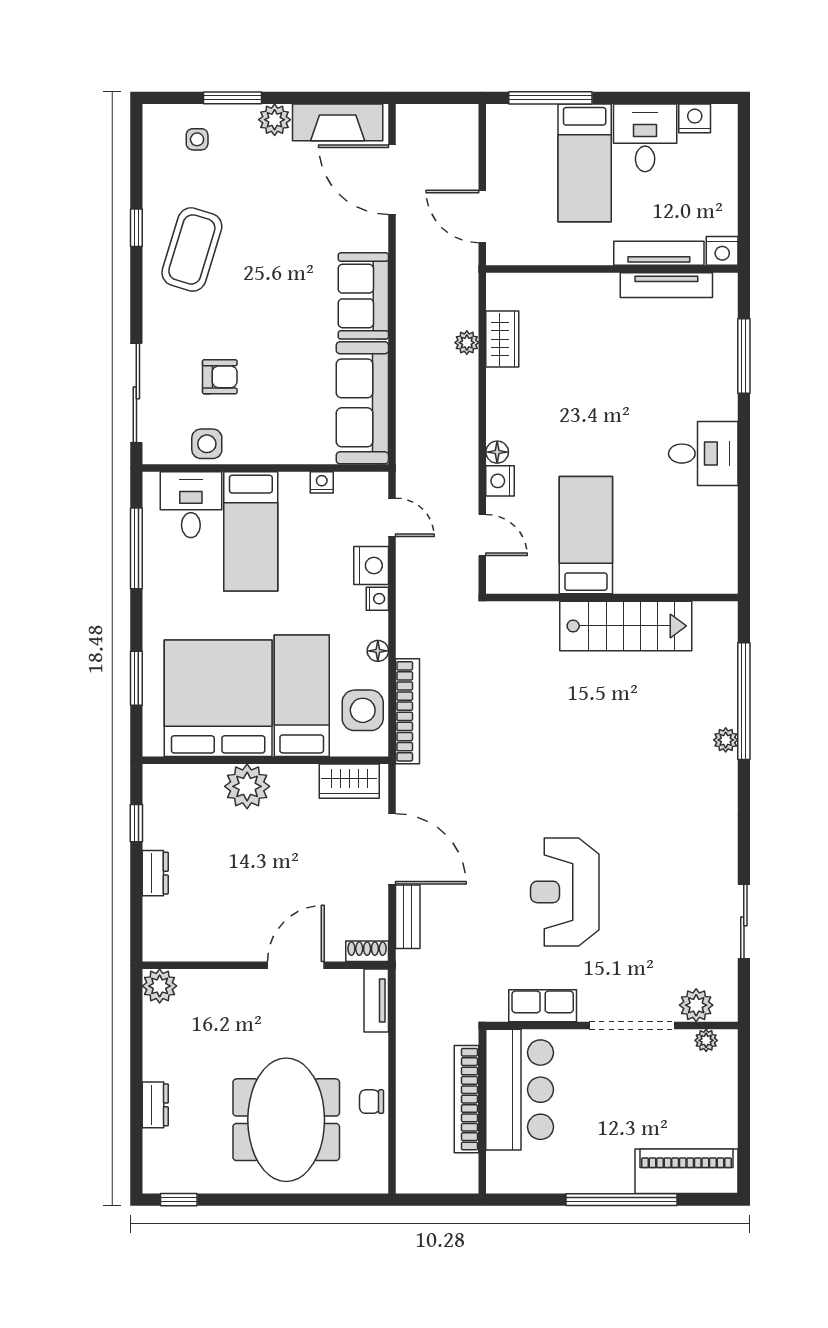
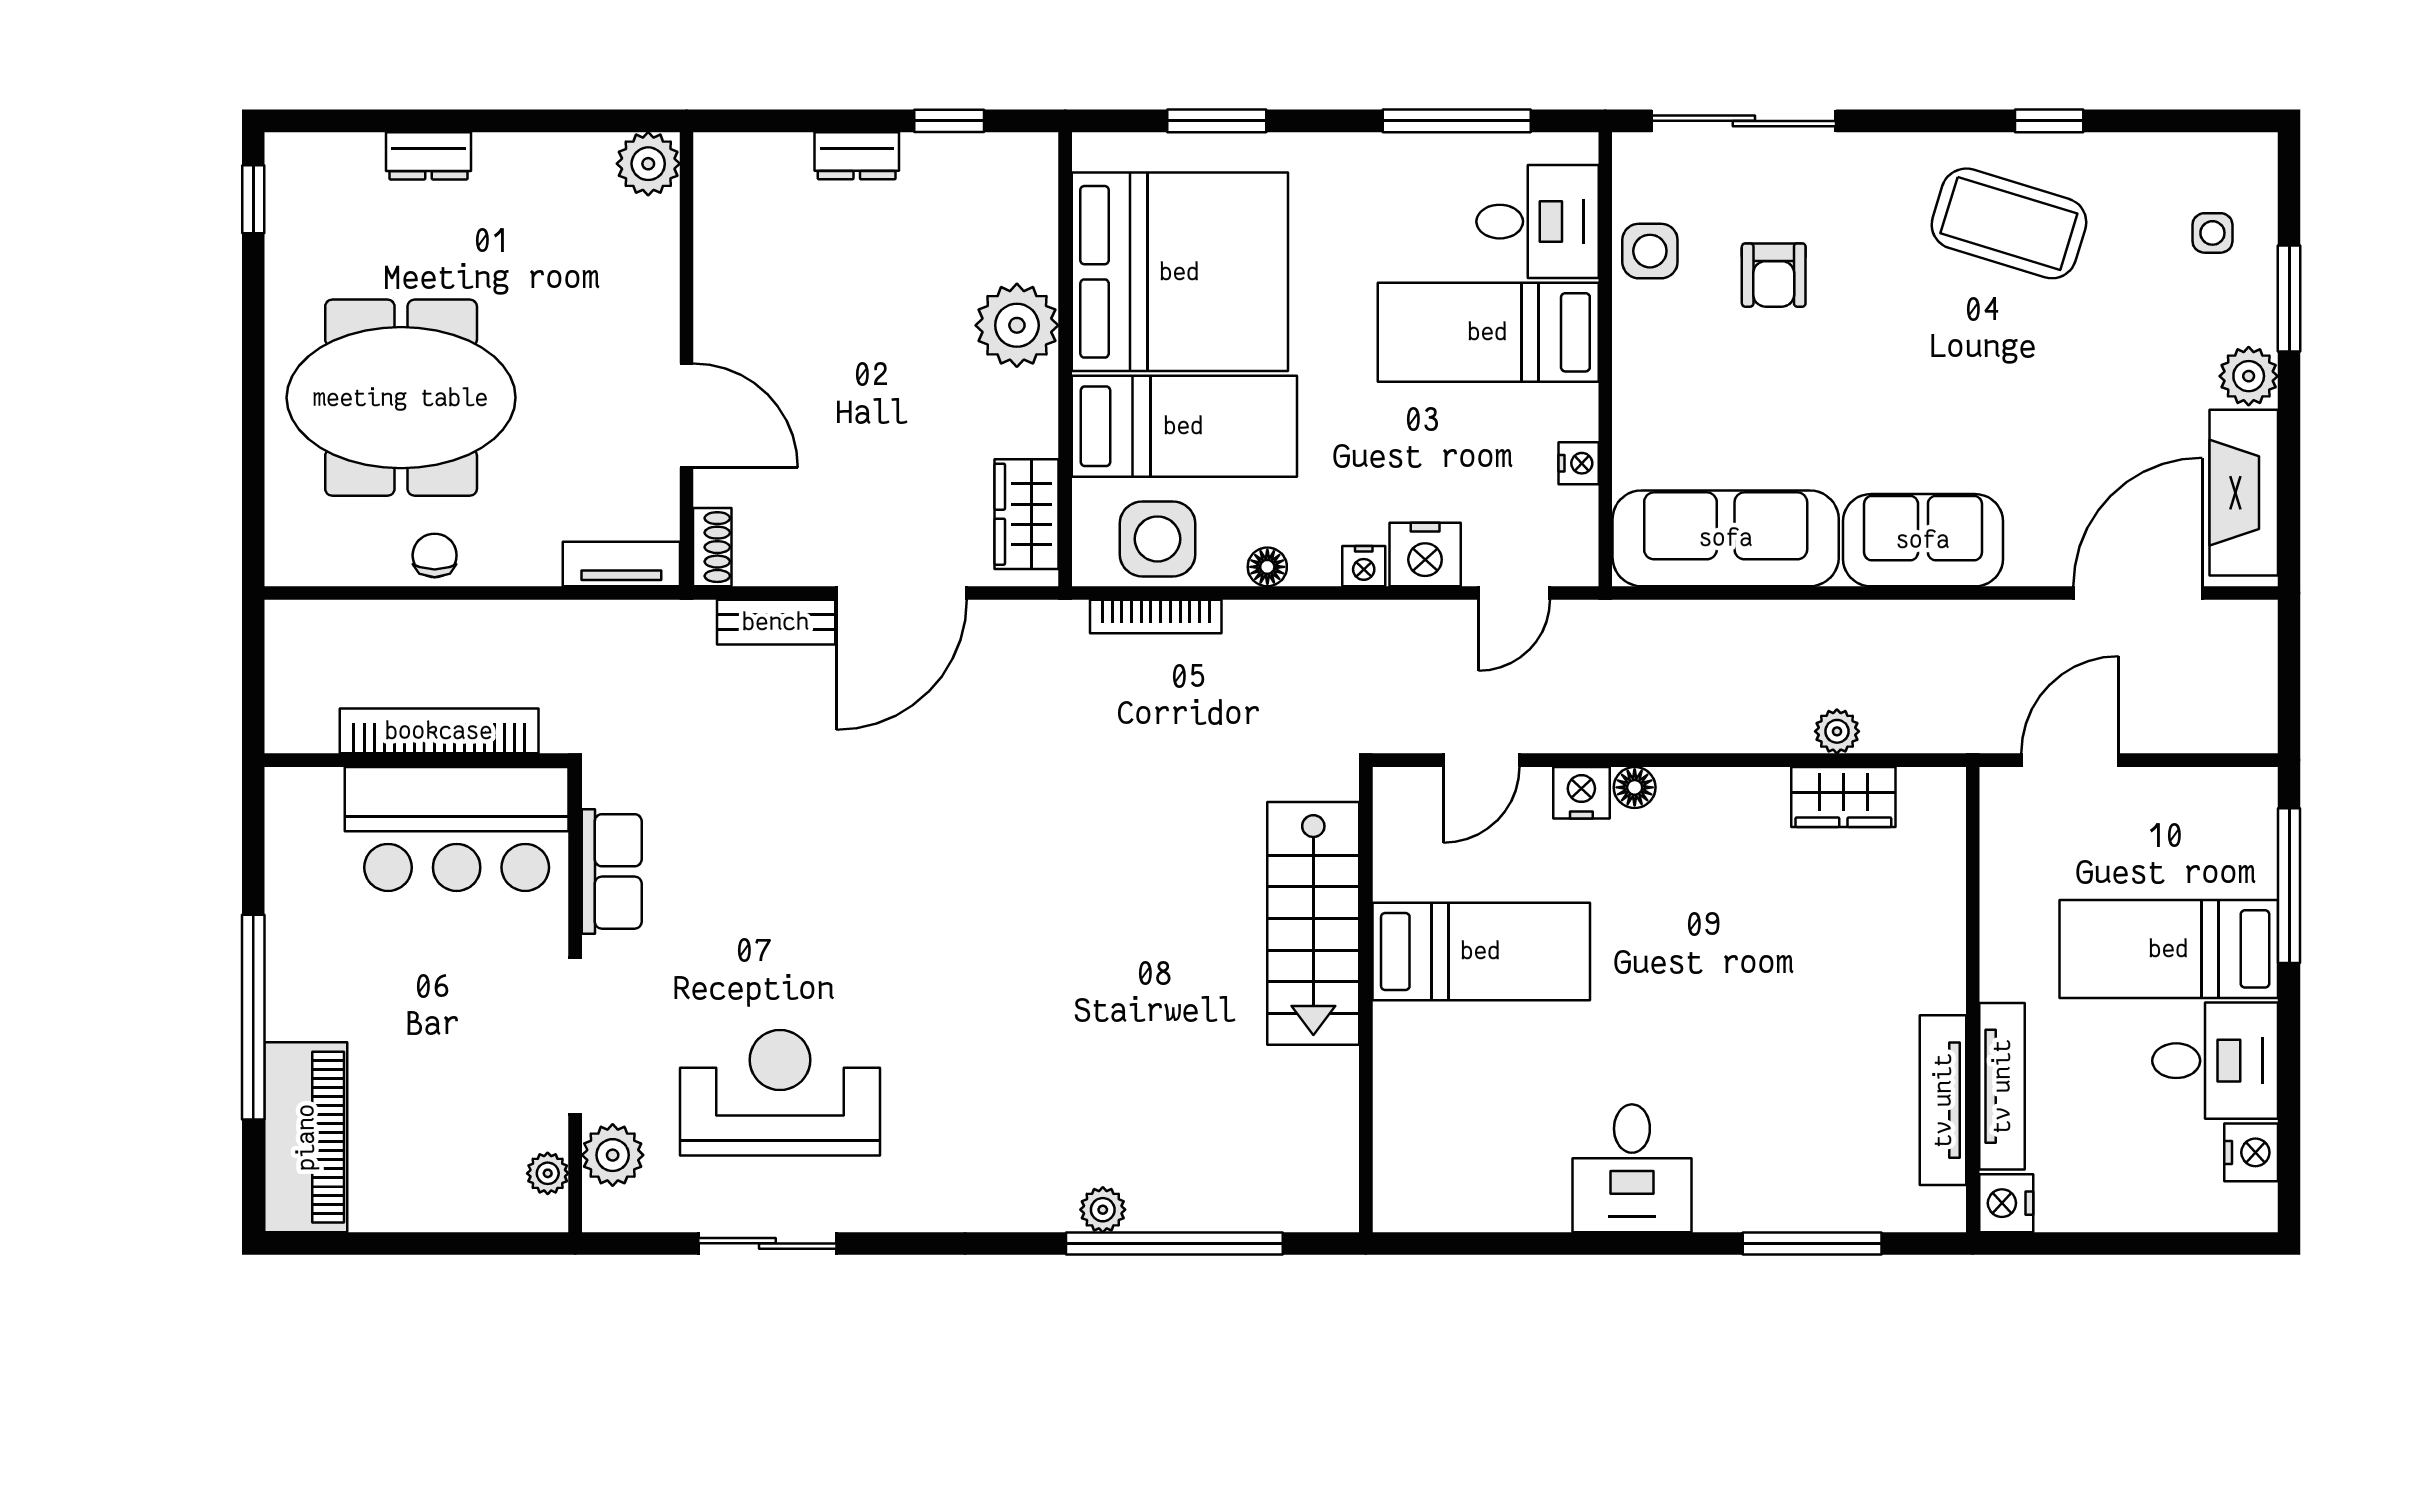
stairs: (626, 626) -> (1313, 923), moved
bookcase: (408, 711) -> (1156, 617), width x0.68, depth x0.76
reception desk: (565, 892) -> (780, 1093), moved

